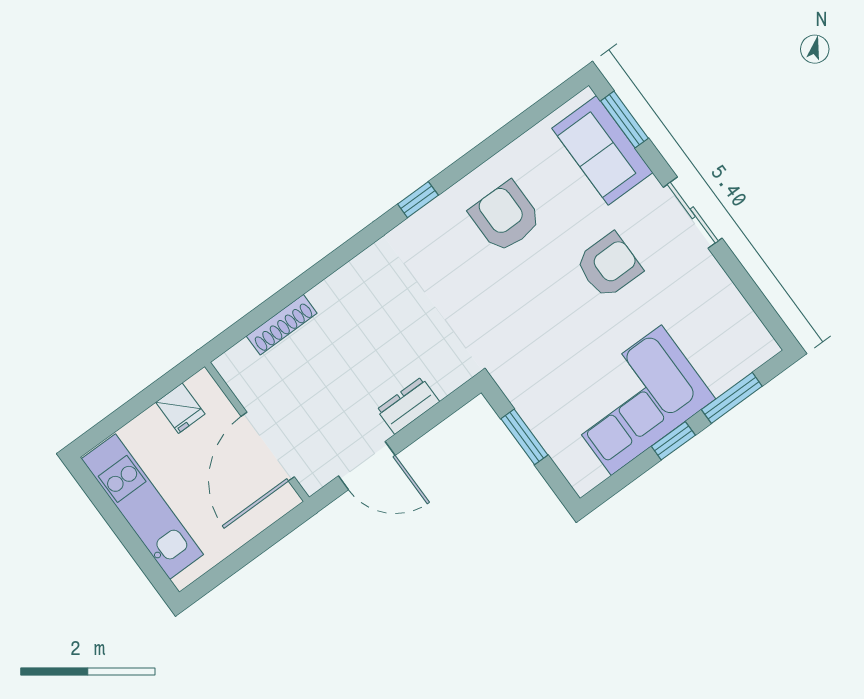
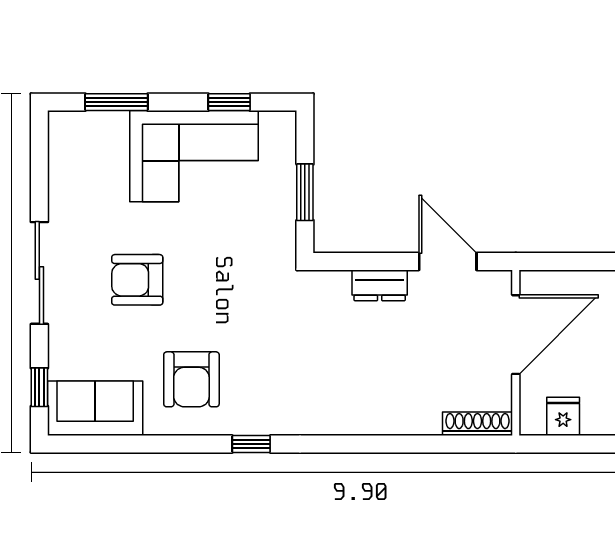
window: (625, 120) -> (39, 387), width x0.67
sofa: (602, 150) -> (95, 408), moved, turned -90
sliding door: (693, 213) -> (39, 273), width x1.37
shoe rack: (282, 325) -> (477, 424), moved
window: (673, 441) -> (229, 102), moved

